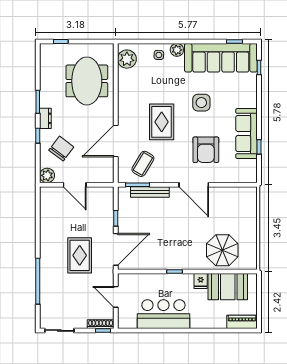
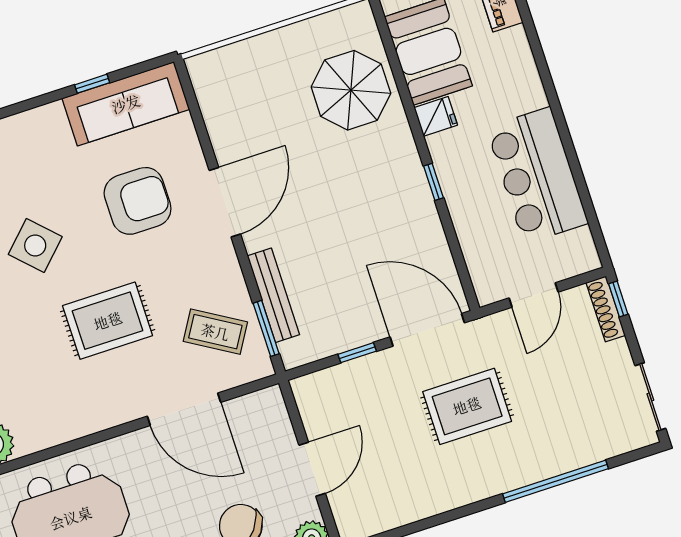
side table: (201, 103) -> (35, 245), turned 45
sofa: (246, 133) -> (126, 104), moved

